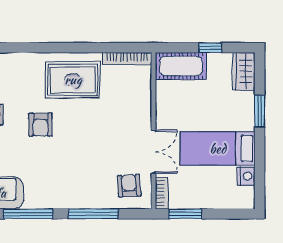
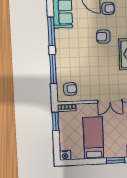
double door: (154, 152) -> (110, 101), moved
nightstand: (246, 176) -> (65, 155), moved

